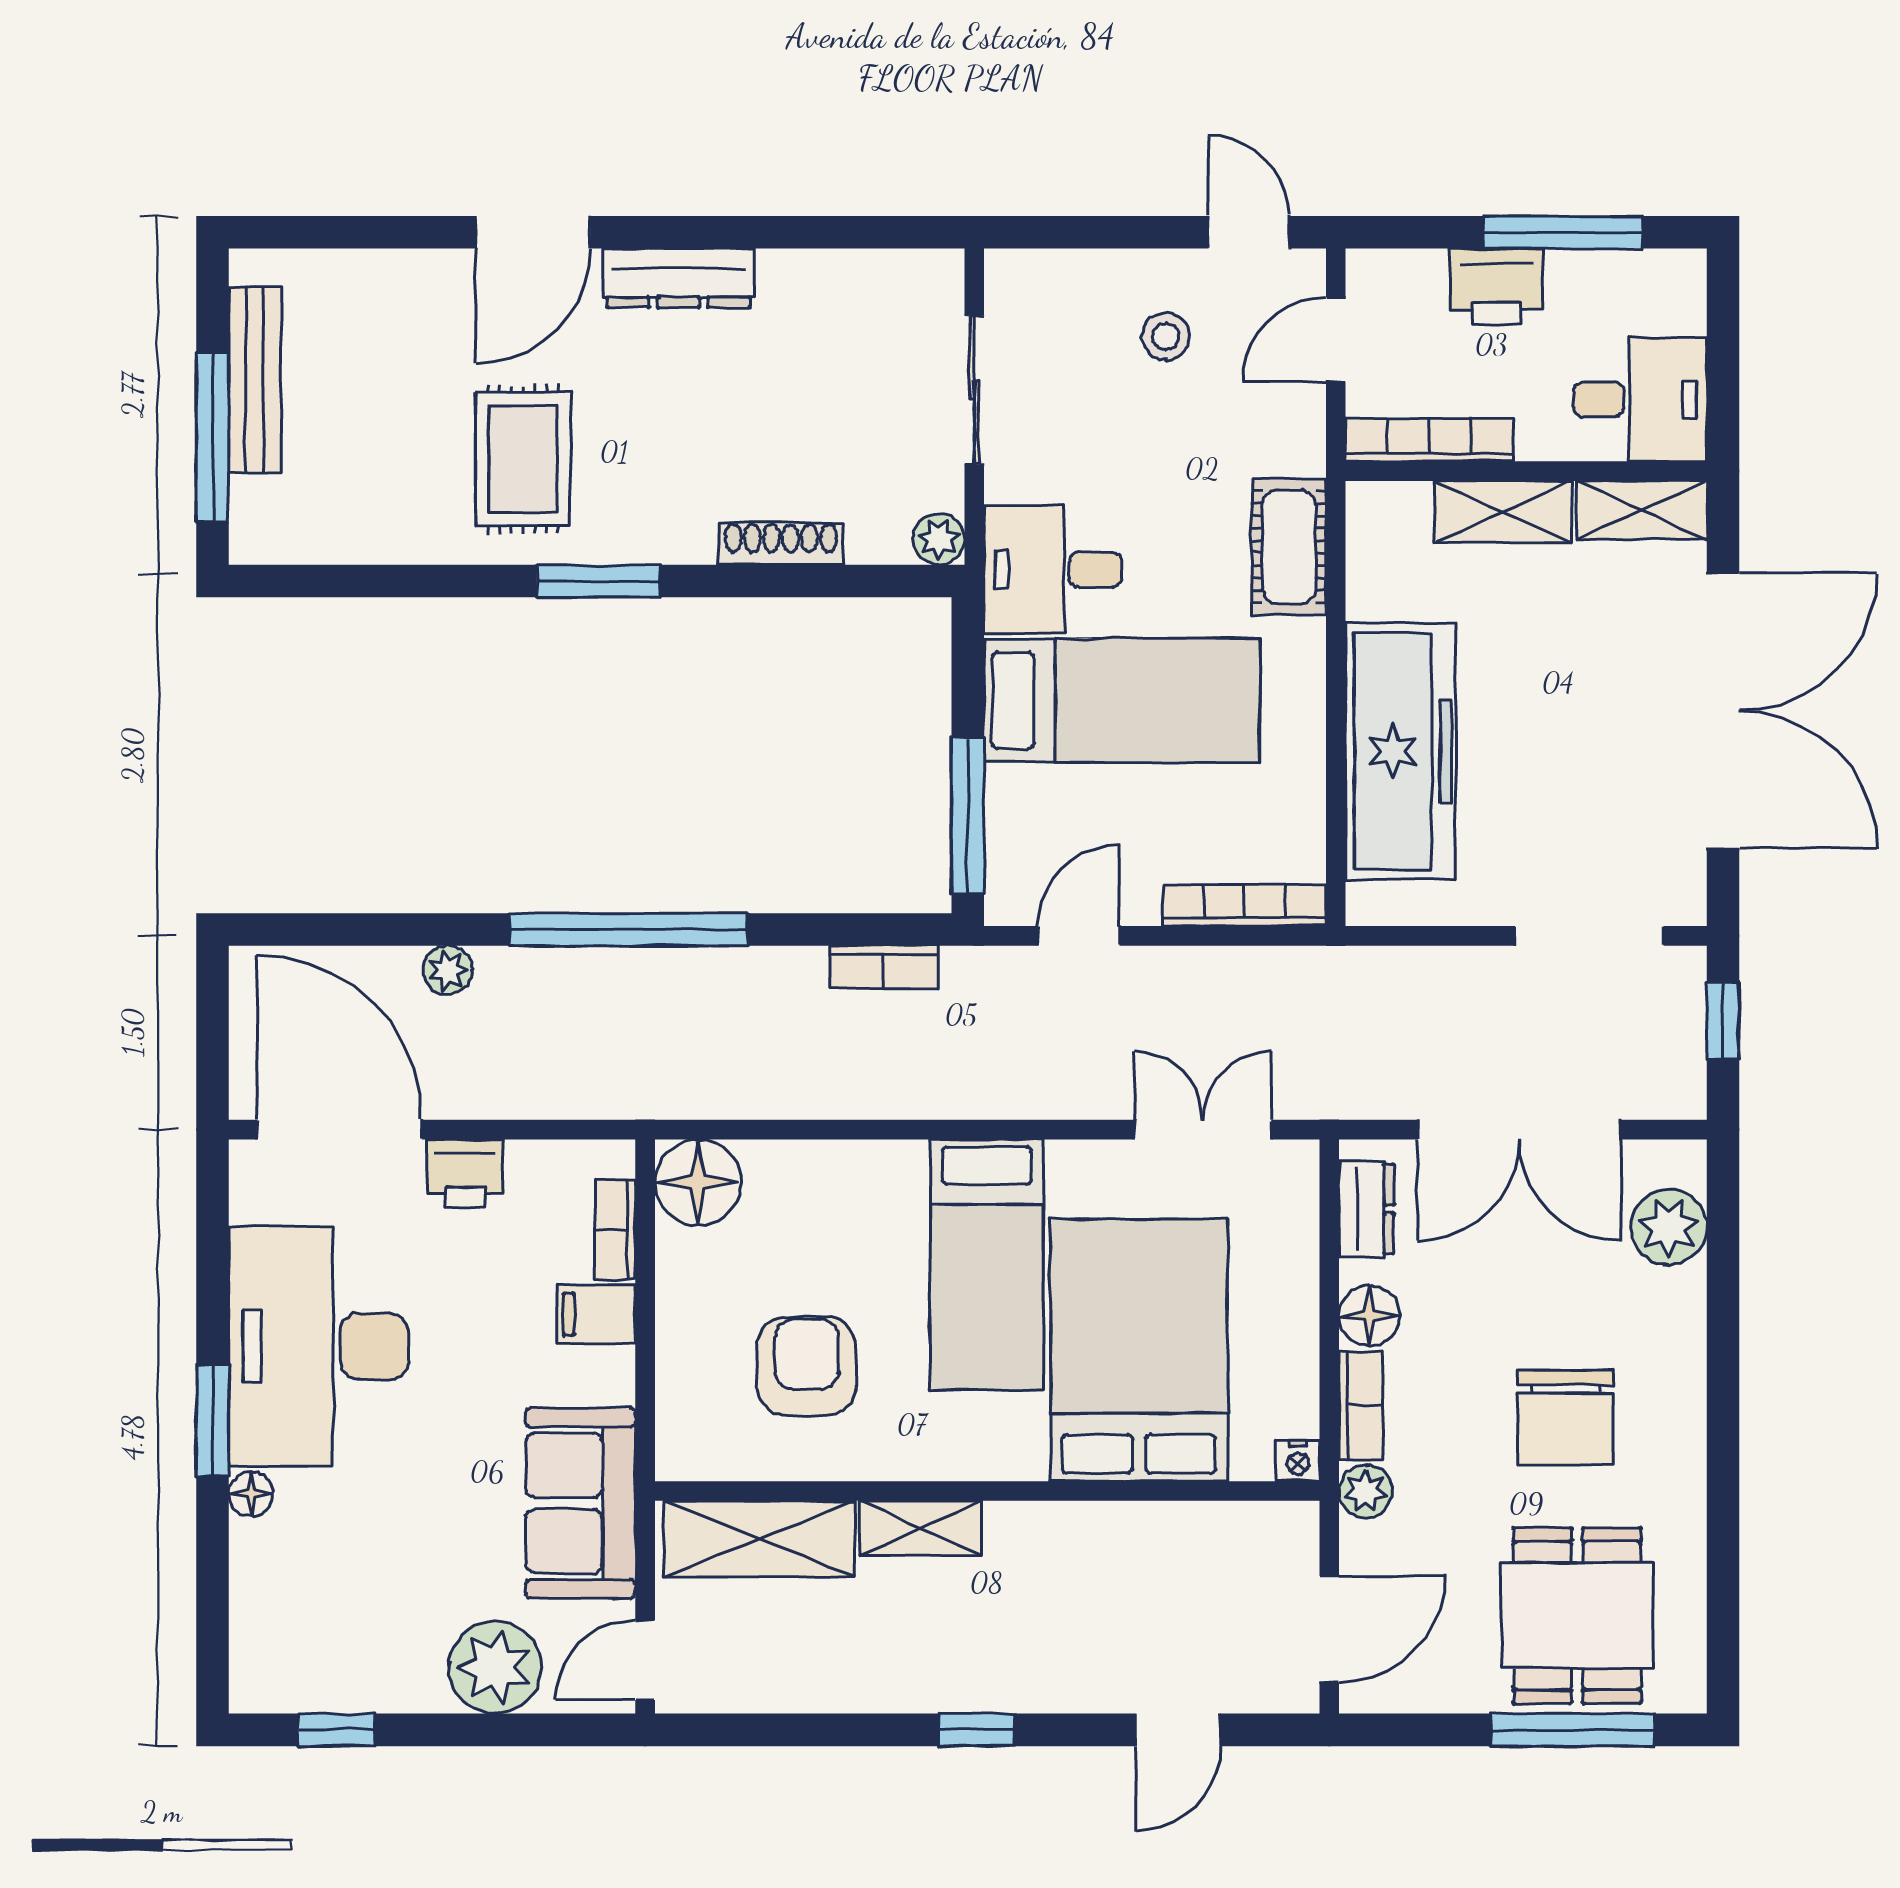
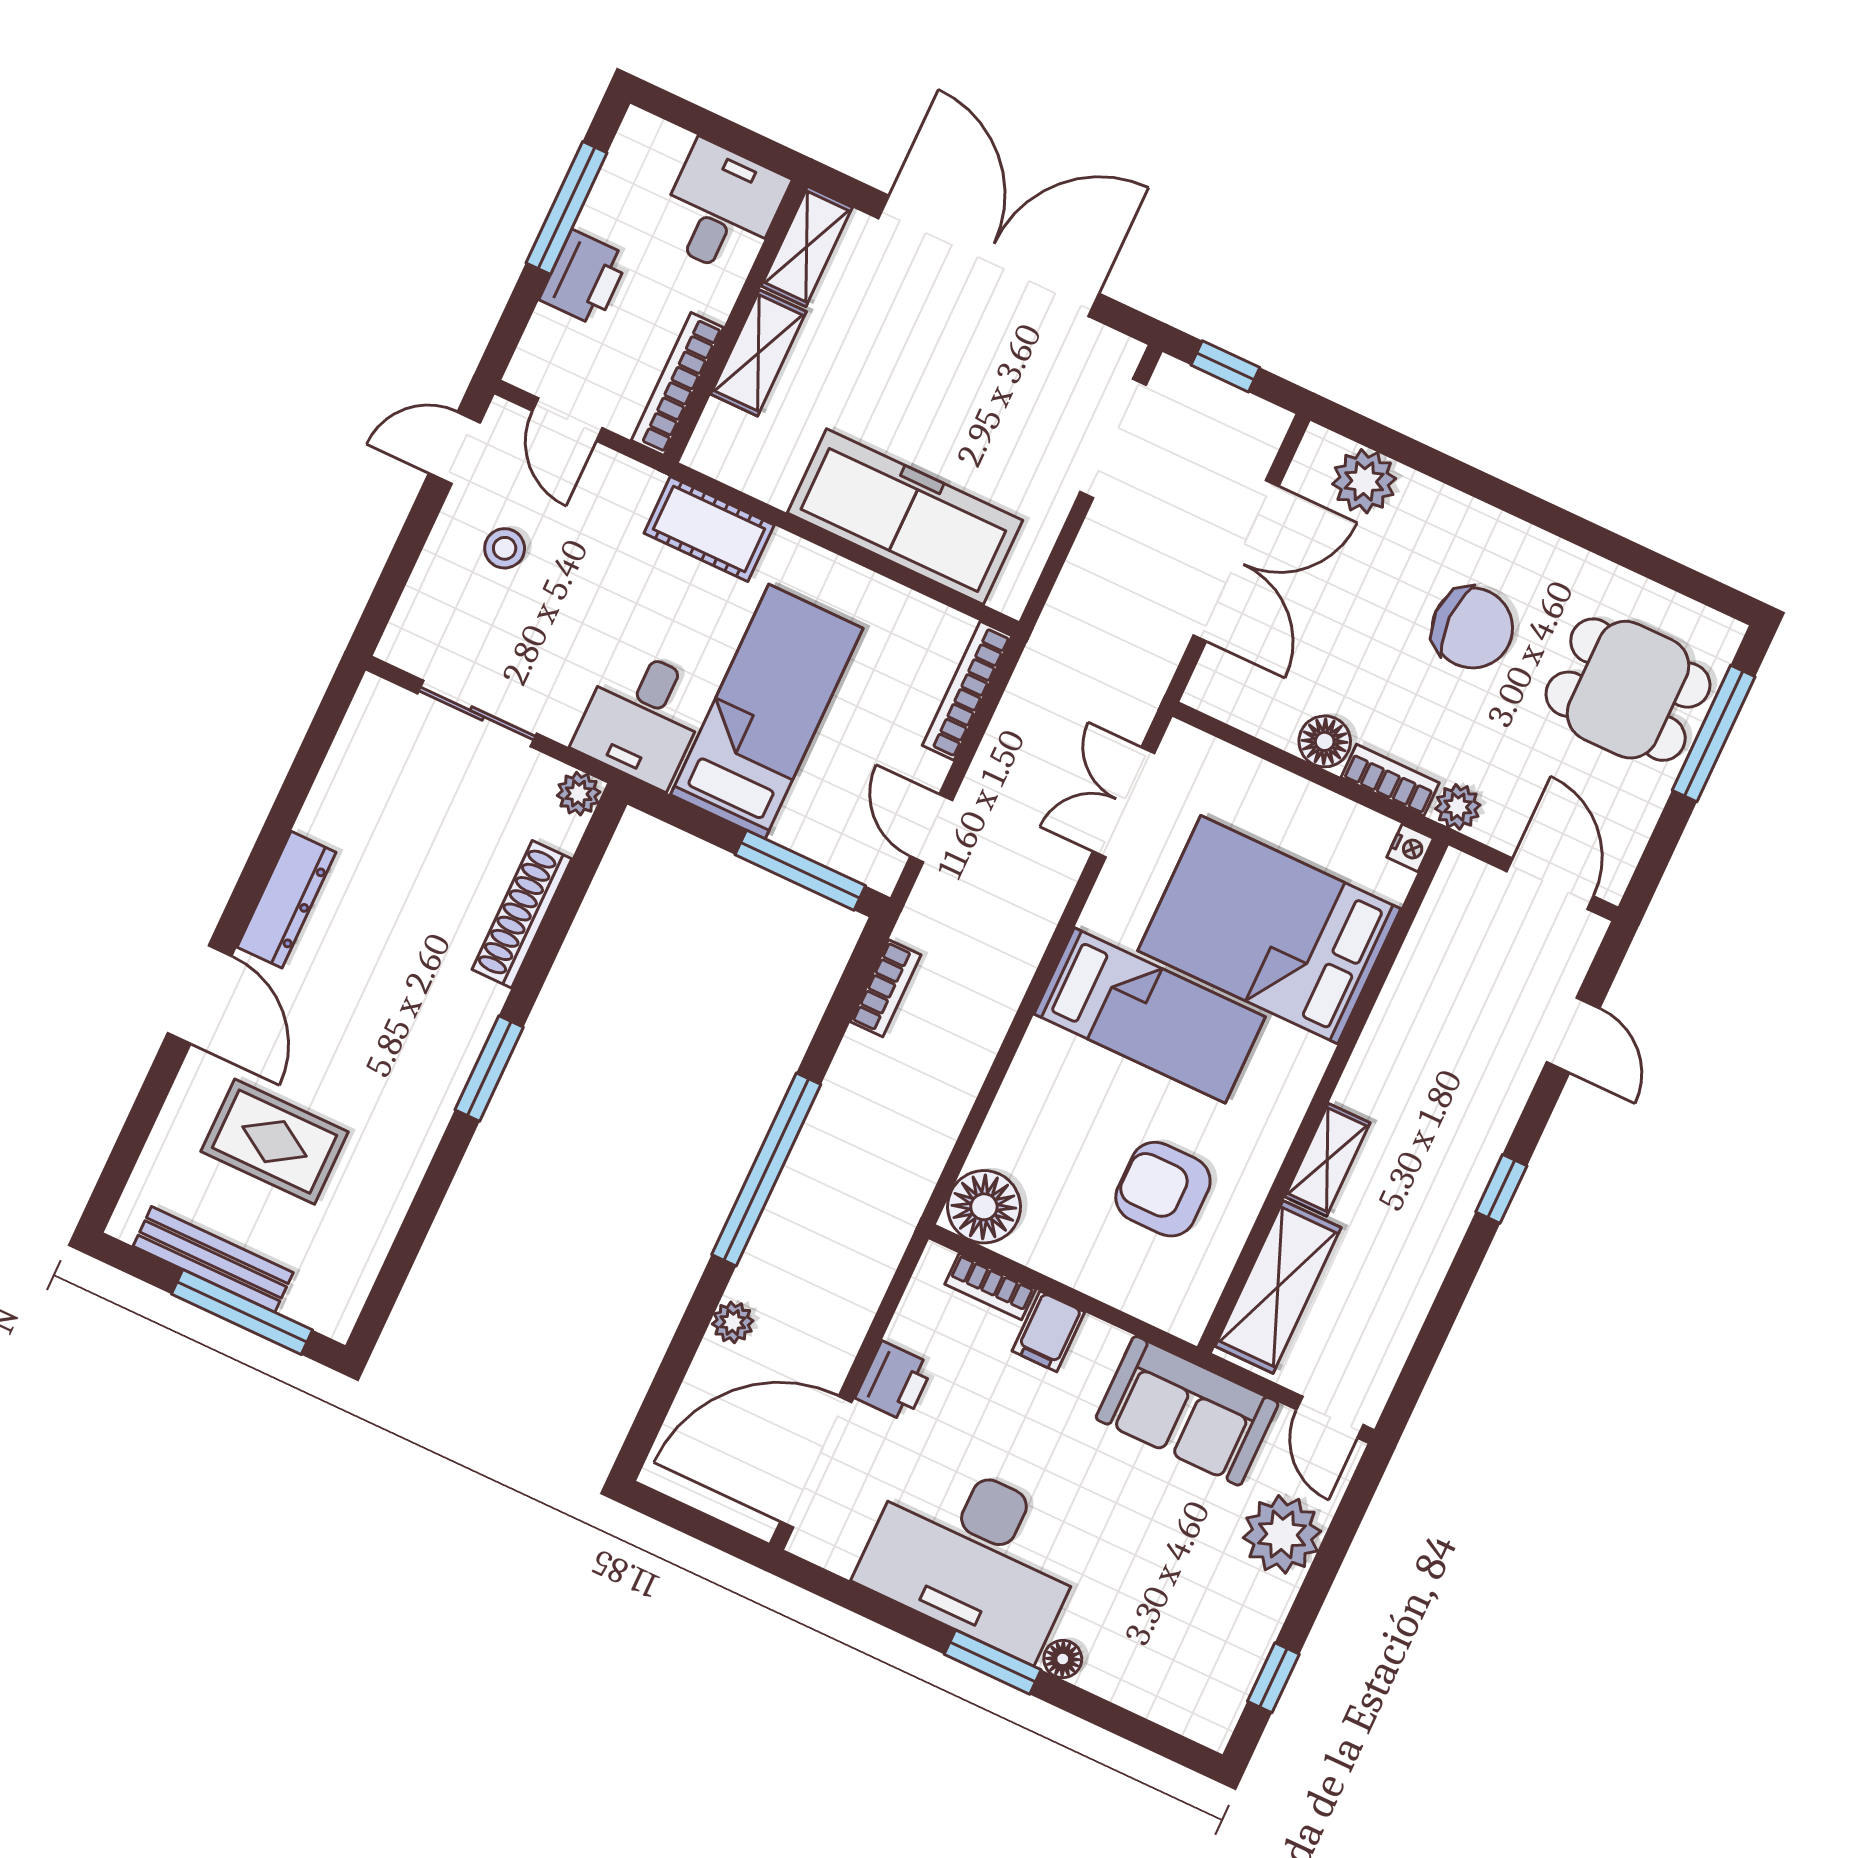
rug: (523, 459) -> (275, 1142), moved
shoe rack: (781, 544) -> (522, 914), width x1.36, depth x1.24
dresser: (1366, 1209) -> (1242, 706), removed

